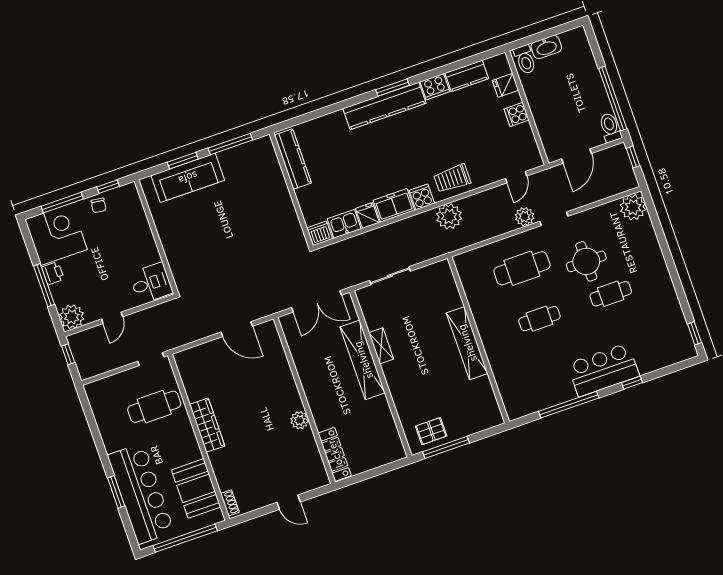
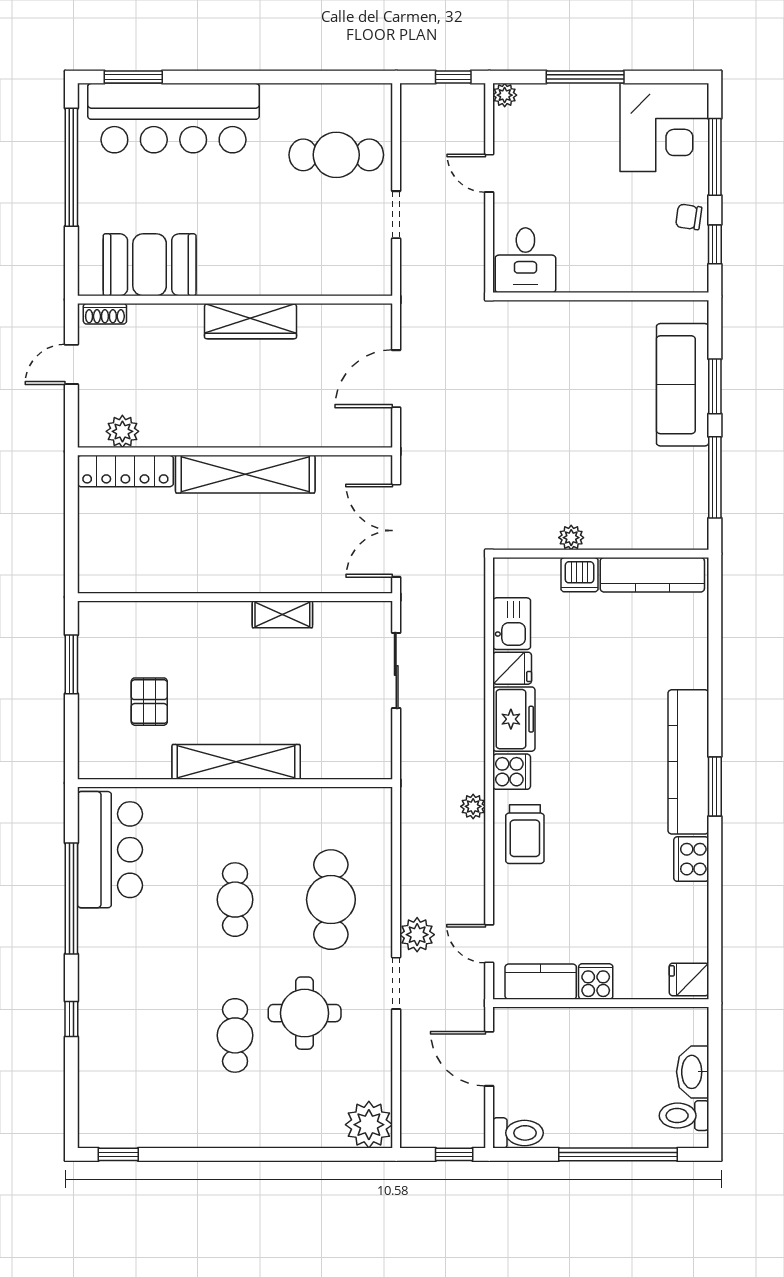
toilet: (525, 60) -> (684, 1116), moved
kitchen counter: (467, 76) -> (541, 982), moved, turned 90
fridge: (505, 85) -> (689, 979), moved, turned -90
window: (613, 99) -> (618, 1154), moved
trolley: (452, 178) -> (525, 834), turned 180
plant: (288, 208) -> (571, 538), added
plant: (449, 216) -> (473, 806), width x0.53, depth x0.53
dishwasher: (320, 233) -> (579, 575), moved, turned 90
printer: (53, 273) -> (600, 99), removed
plant: (72, 317) -> (505, 95), width x0.53, depth x0.53
shelving: (363, 360) -> (245, 474), moved
bar counter: (603, 370) -> (110, 850), moved
cafe table: (154, 407) -> (336, 155), moved, turned 90
plant: (300, 420) -> (122, 431), moved
wardrobe: (207, 425) -> (250, 321), moved
pallet: (431, 431) -> (149, 702), moved
wall: (199, 437) -> (235, 300), moved
window: (446, 447) -> (71, 664), width x0.69
booth: (196, 488) -> (150, 265), moved
window: (116, 492) -> (133, 77), moved
shoe rack: (230, 503) -> (105, 314), moved

